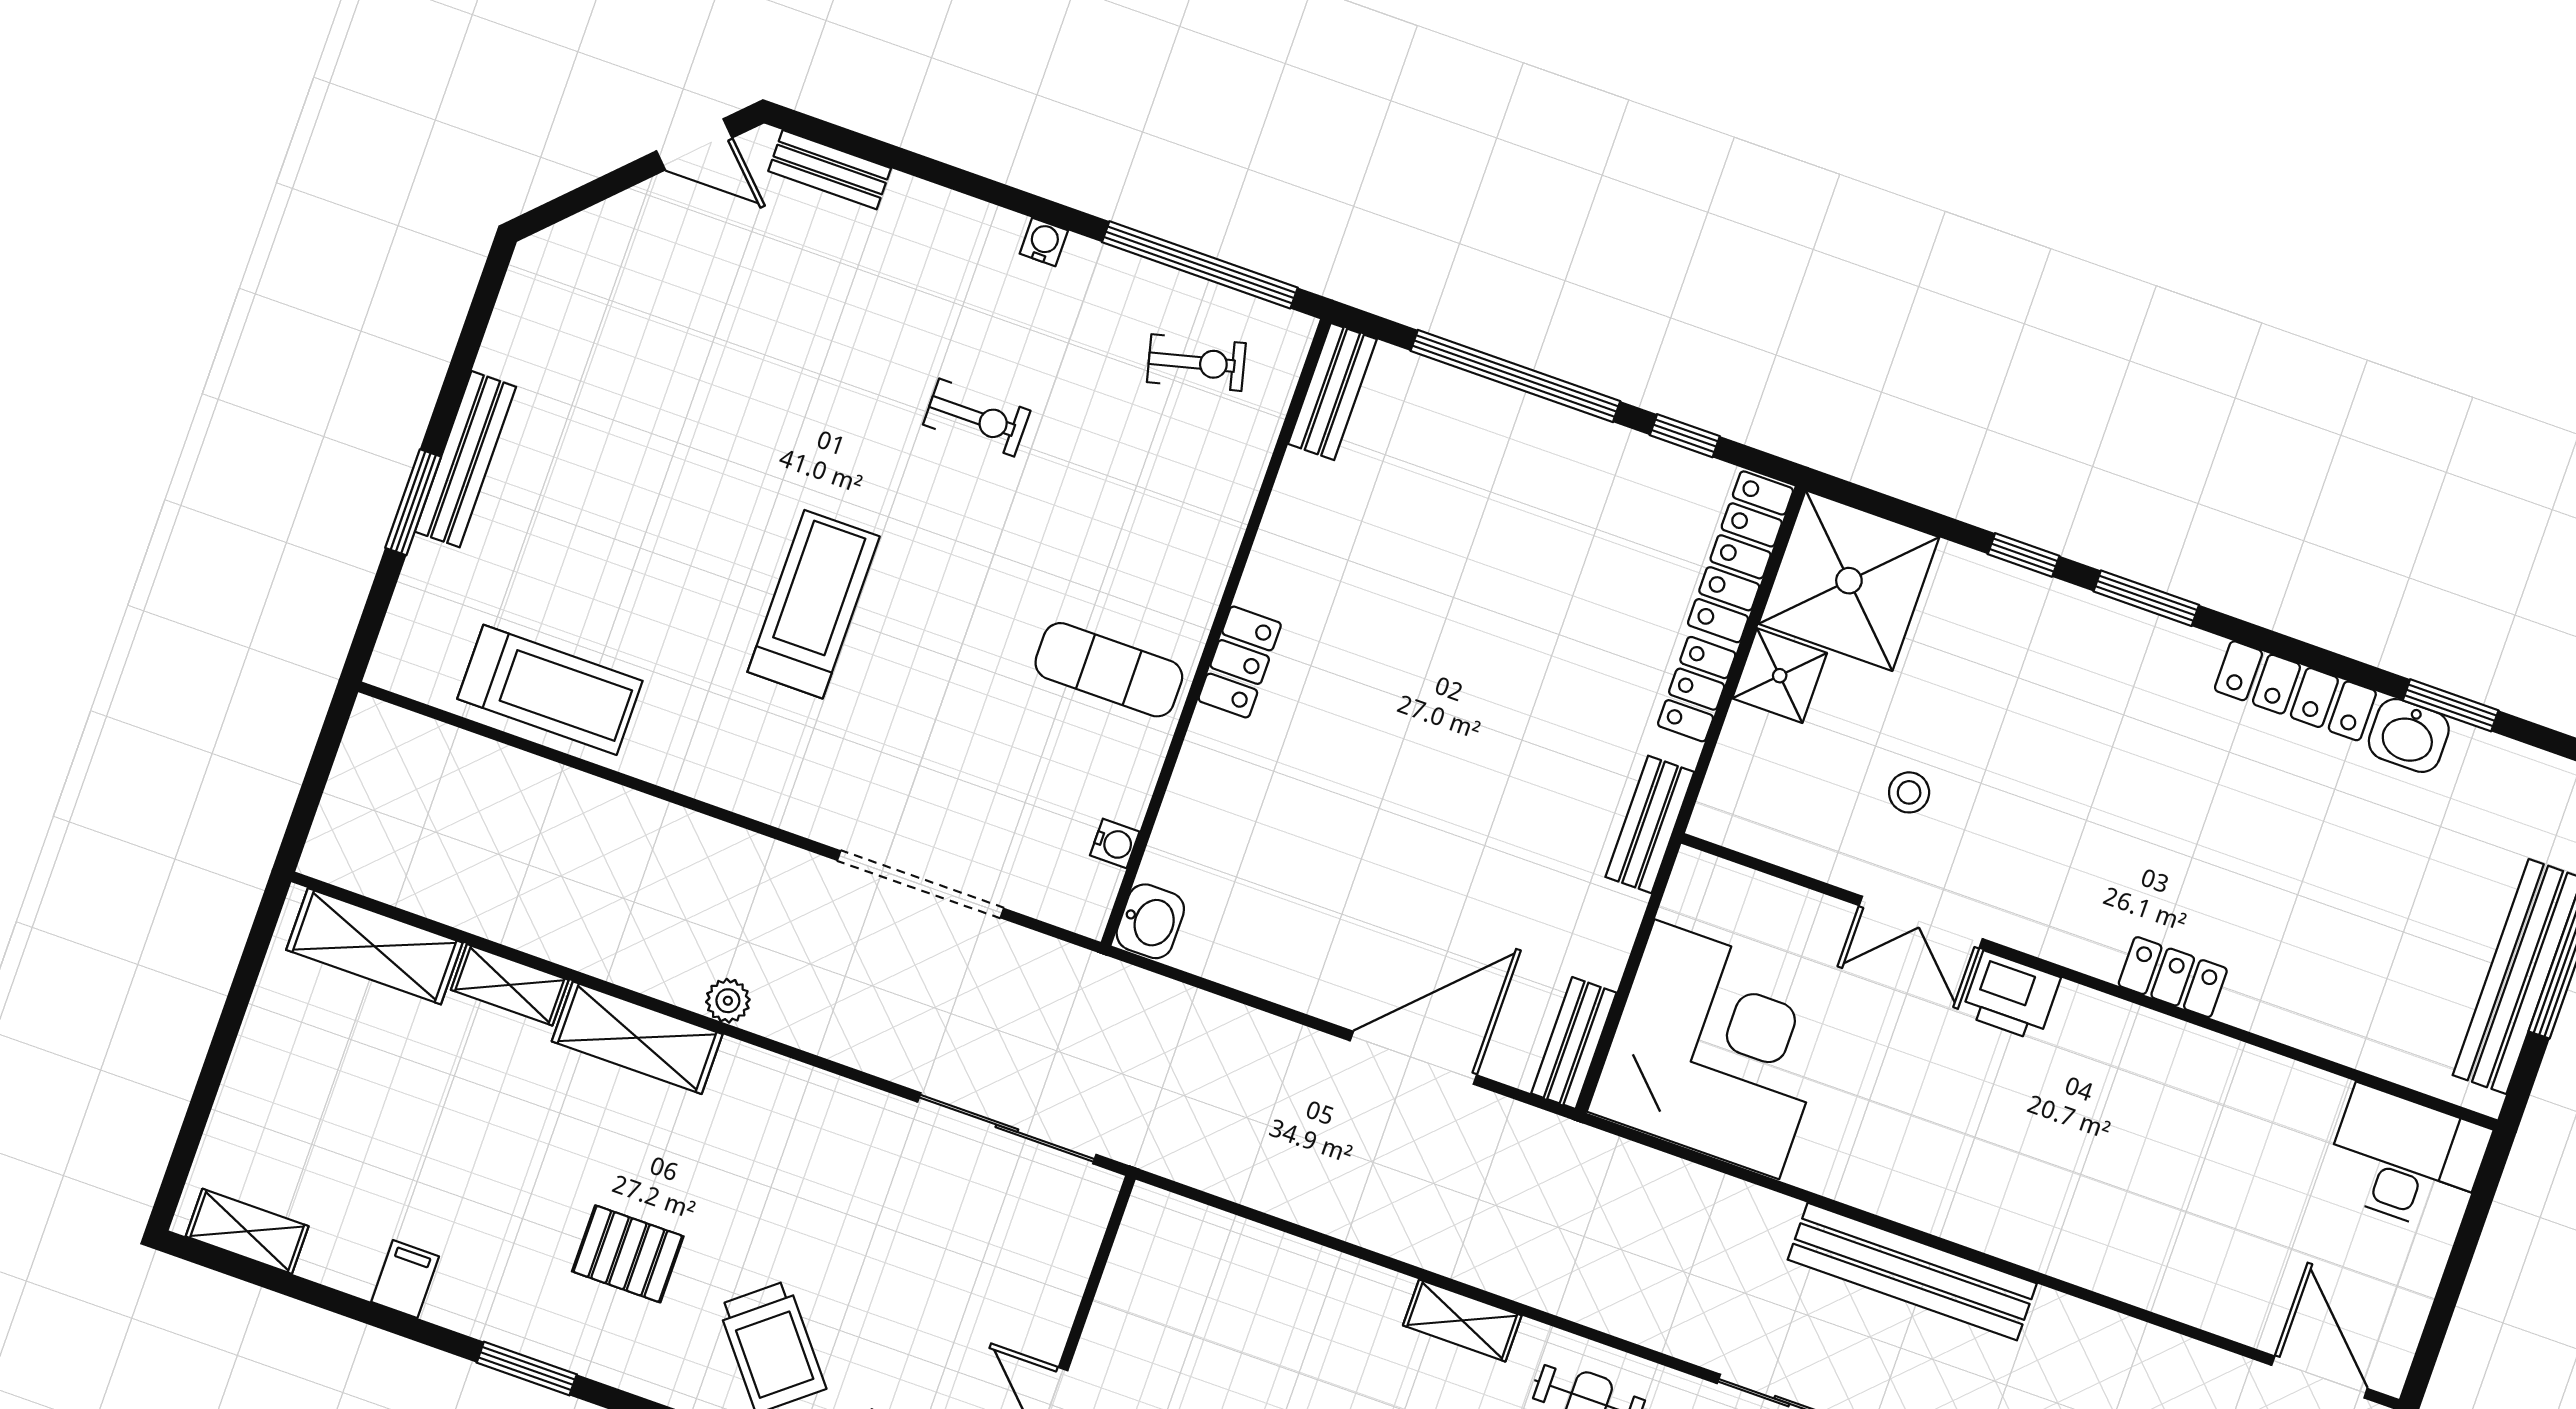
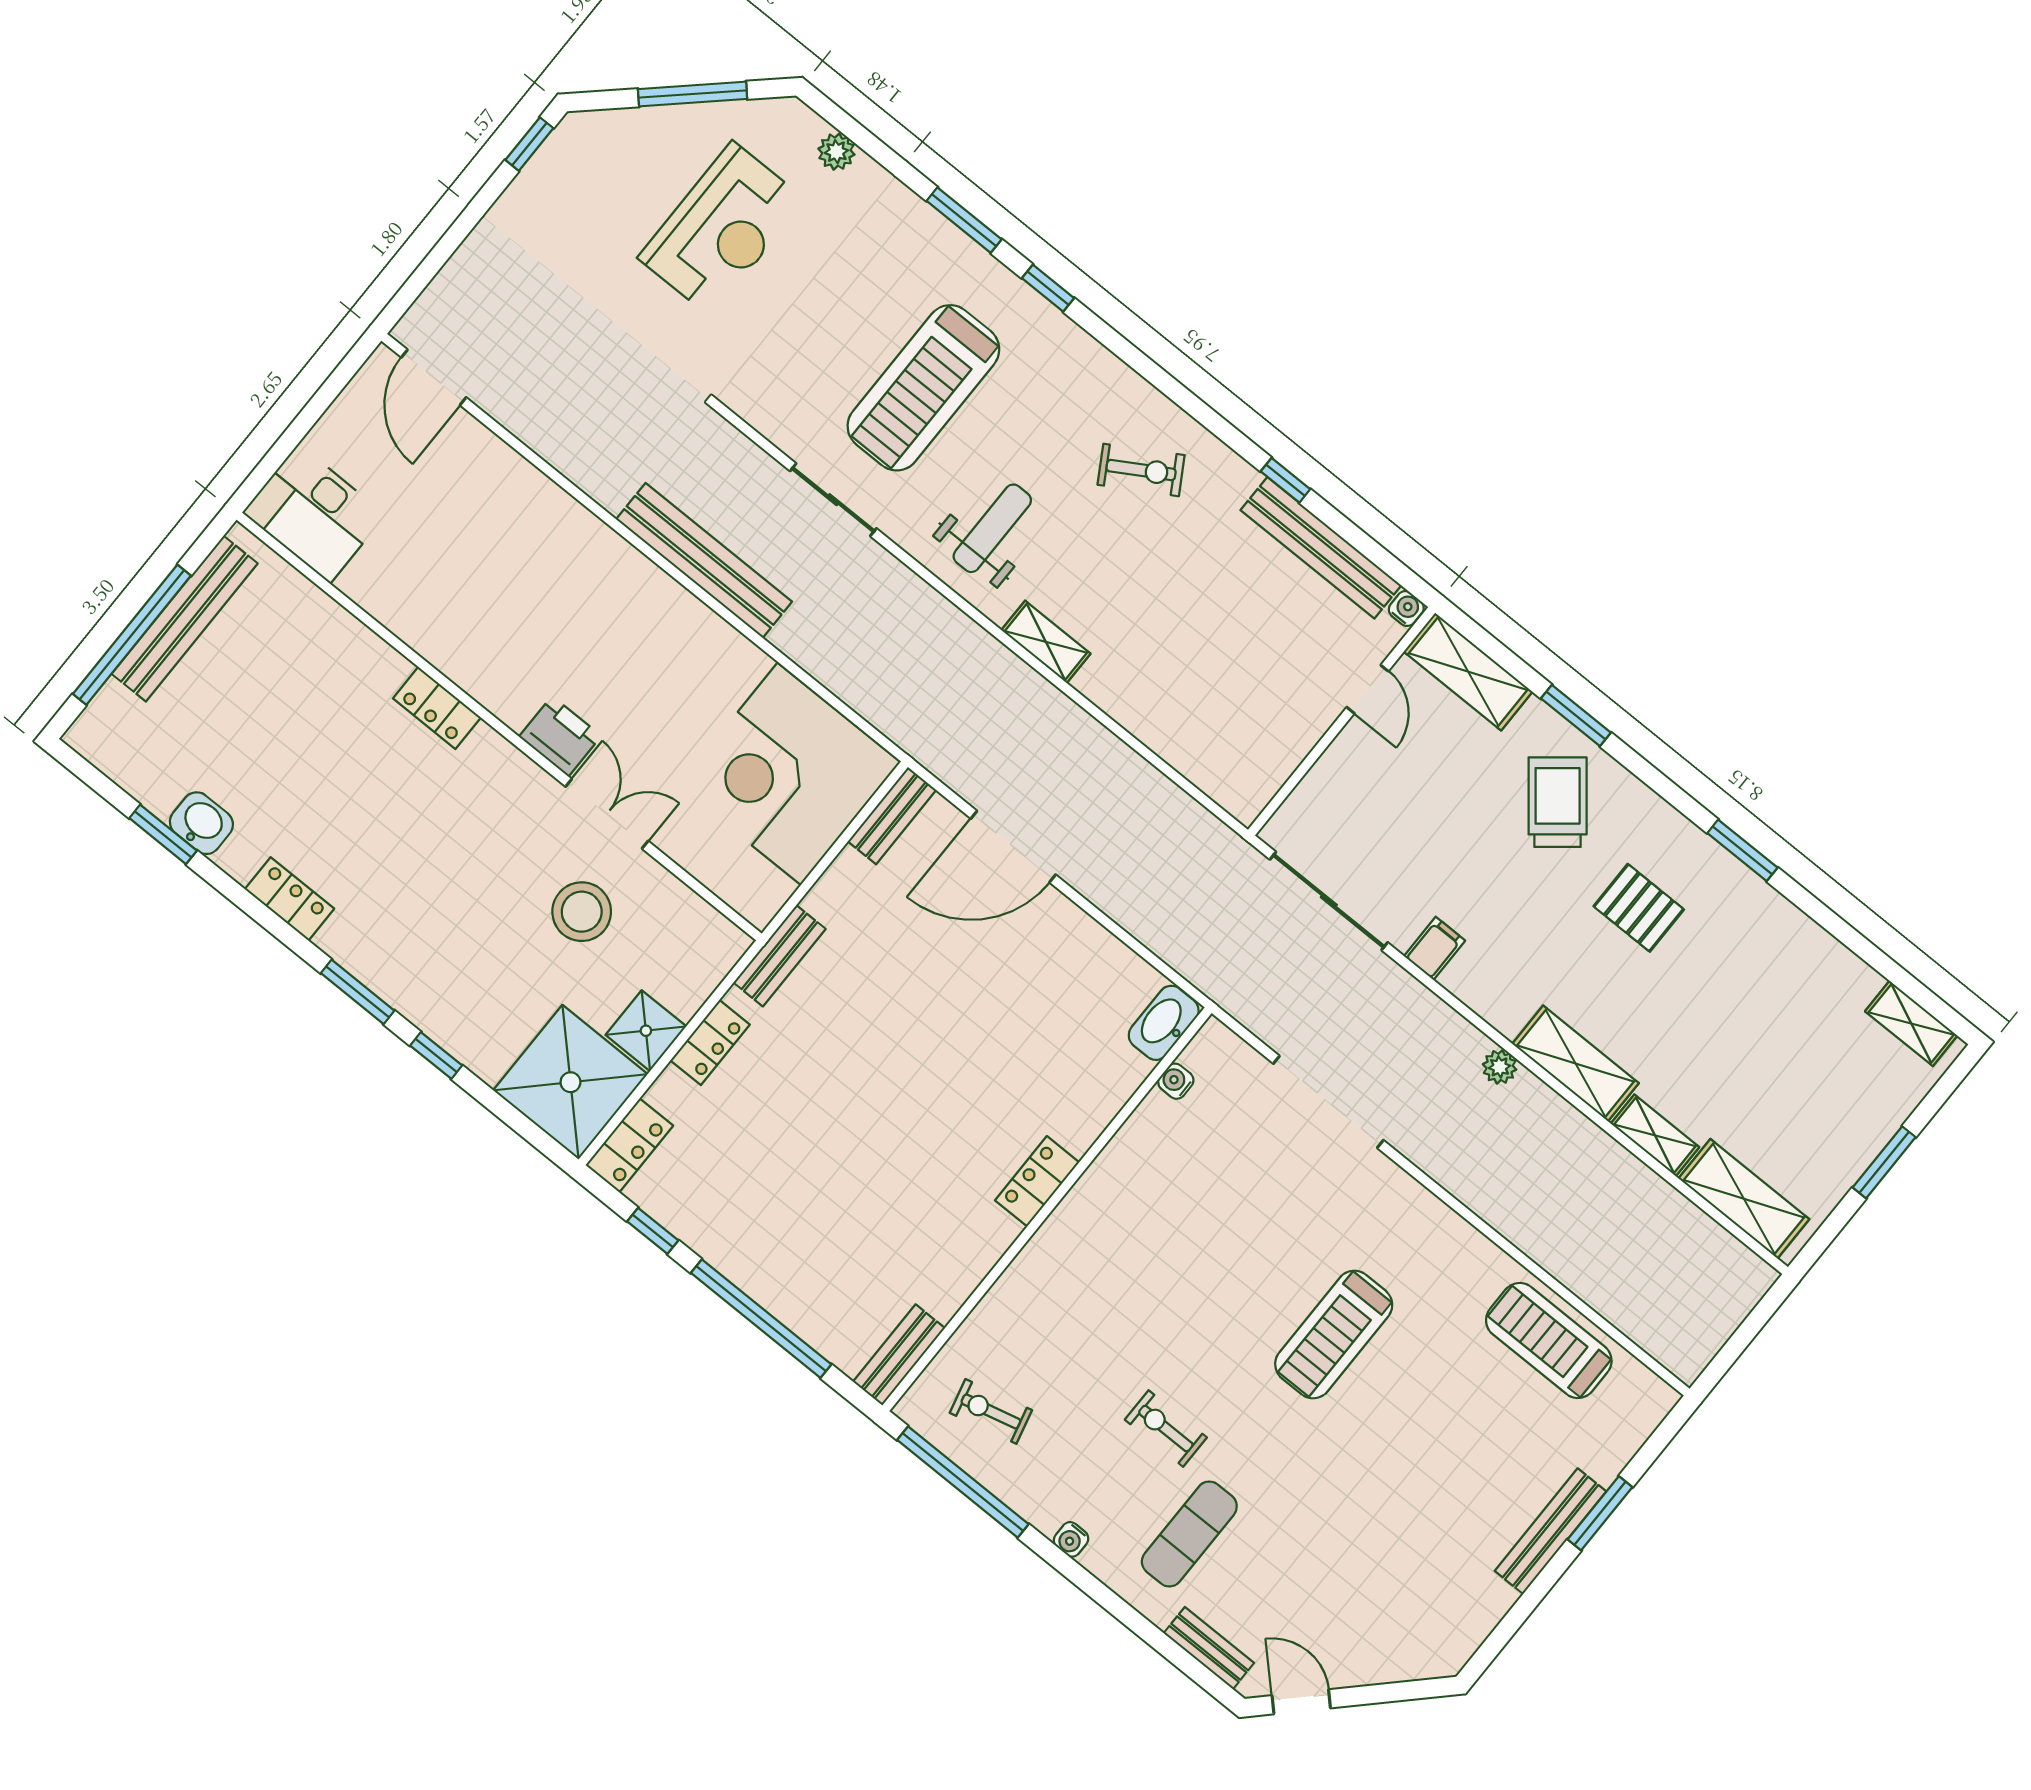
locker: (1740, 557) -> (629, 1145), width x0.66
exercise mat: (1109, 670) -> (1189, 1534), moved, turned 90
locker: (2295, 691) -> (289, 899), width x0.66
stool: (1909, 792) -> (582, 912), width x1.89, depth x1.89
washbasin: (1150, 921) -> (1164, 1023), width x1.38
window: (220, 1051) -> (1884, 1162), added
filing cabinet: (405, 1279) -> (1435, 948), moved, turned 180

